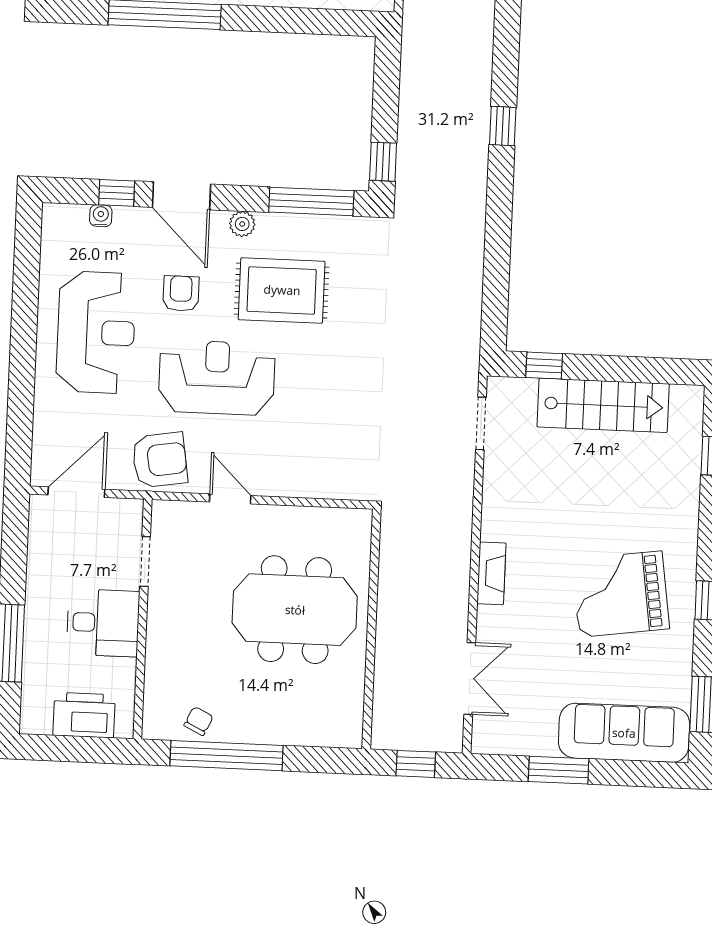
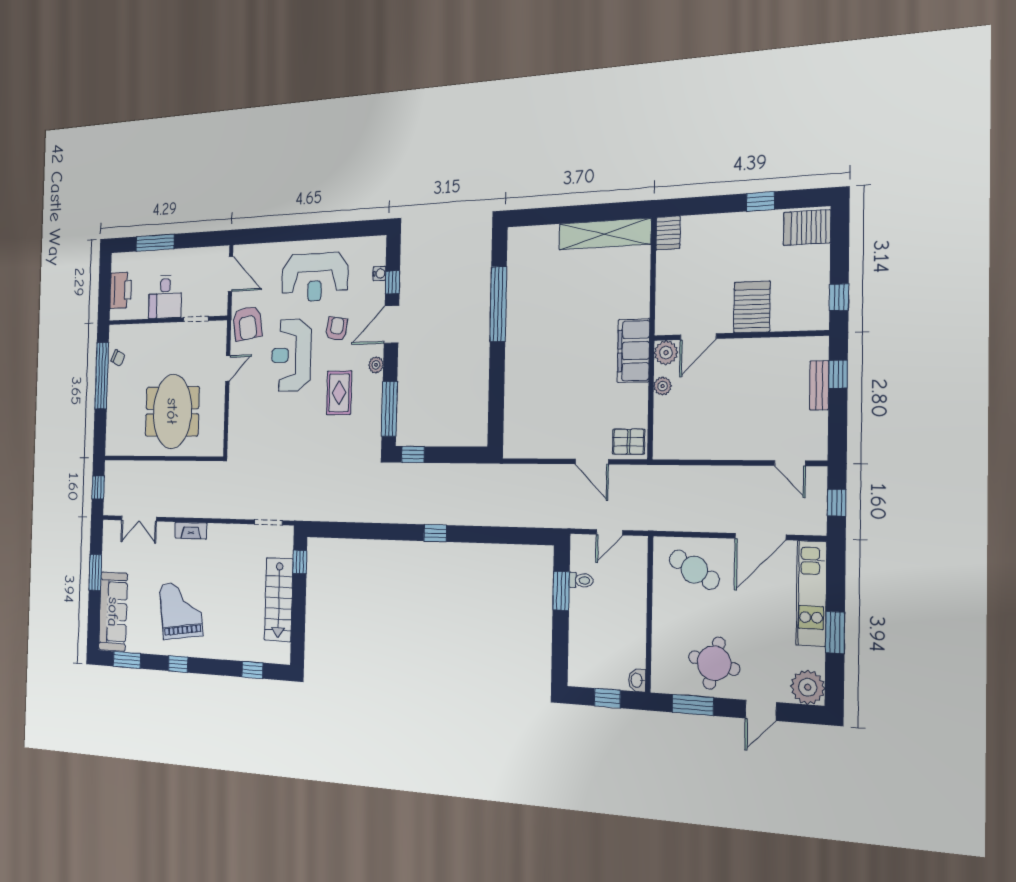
rug: (282, 290) -> (339, 393), width x0.73, depth x0.70
armchair: (181, 294) -> (337, 329), turned -81
reception desk: (217, 378) -> (291, 355), turned 180

